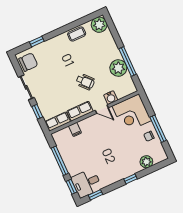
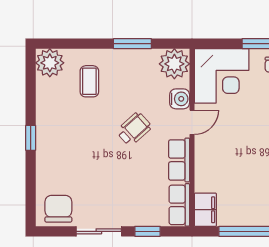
coffee table: (77, 34) -> (89, 81), moved
window: (37, 42) -> (31, 138), moved
window: (128, 62) -> (132, 44), width x0.69
plant: (118, 68) -> (174, 64), moved
filing cabinet: (75, 129) -> (205, 210), moved, width x2.00

